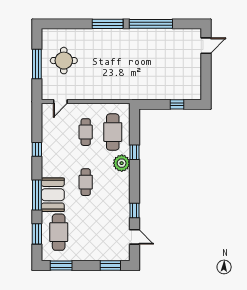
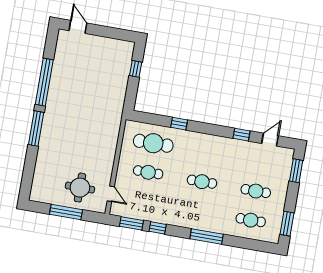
round table: (64, 61) -> (80, 188), moved
plant: (122, 163) -> (188, 140), removed
booth: (53, 195) -> (209, 219), removed
cafe table: (59, 232) -> (251, 220), width x0.73, depth x0.74
cafe table: (86, 232) -> (256, 191), added
window: (37, 234) -> (131, 223), moved

